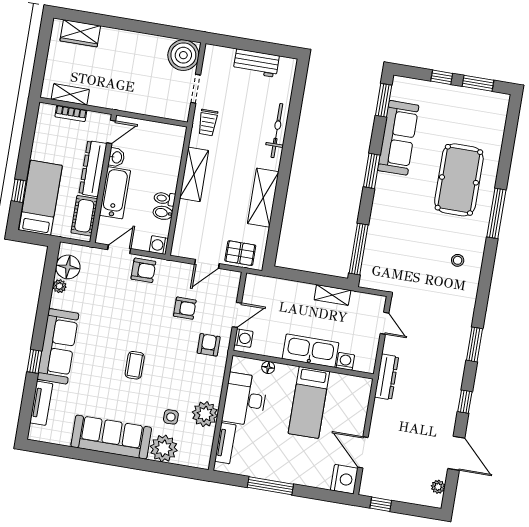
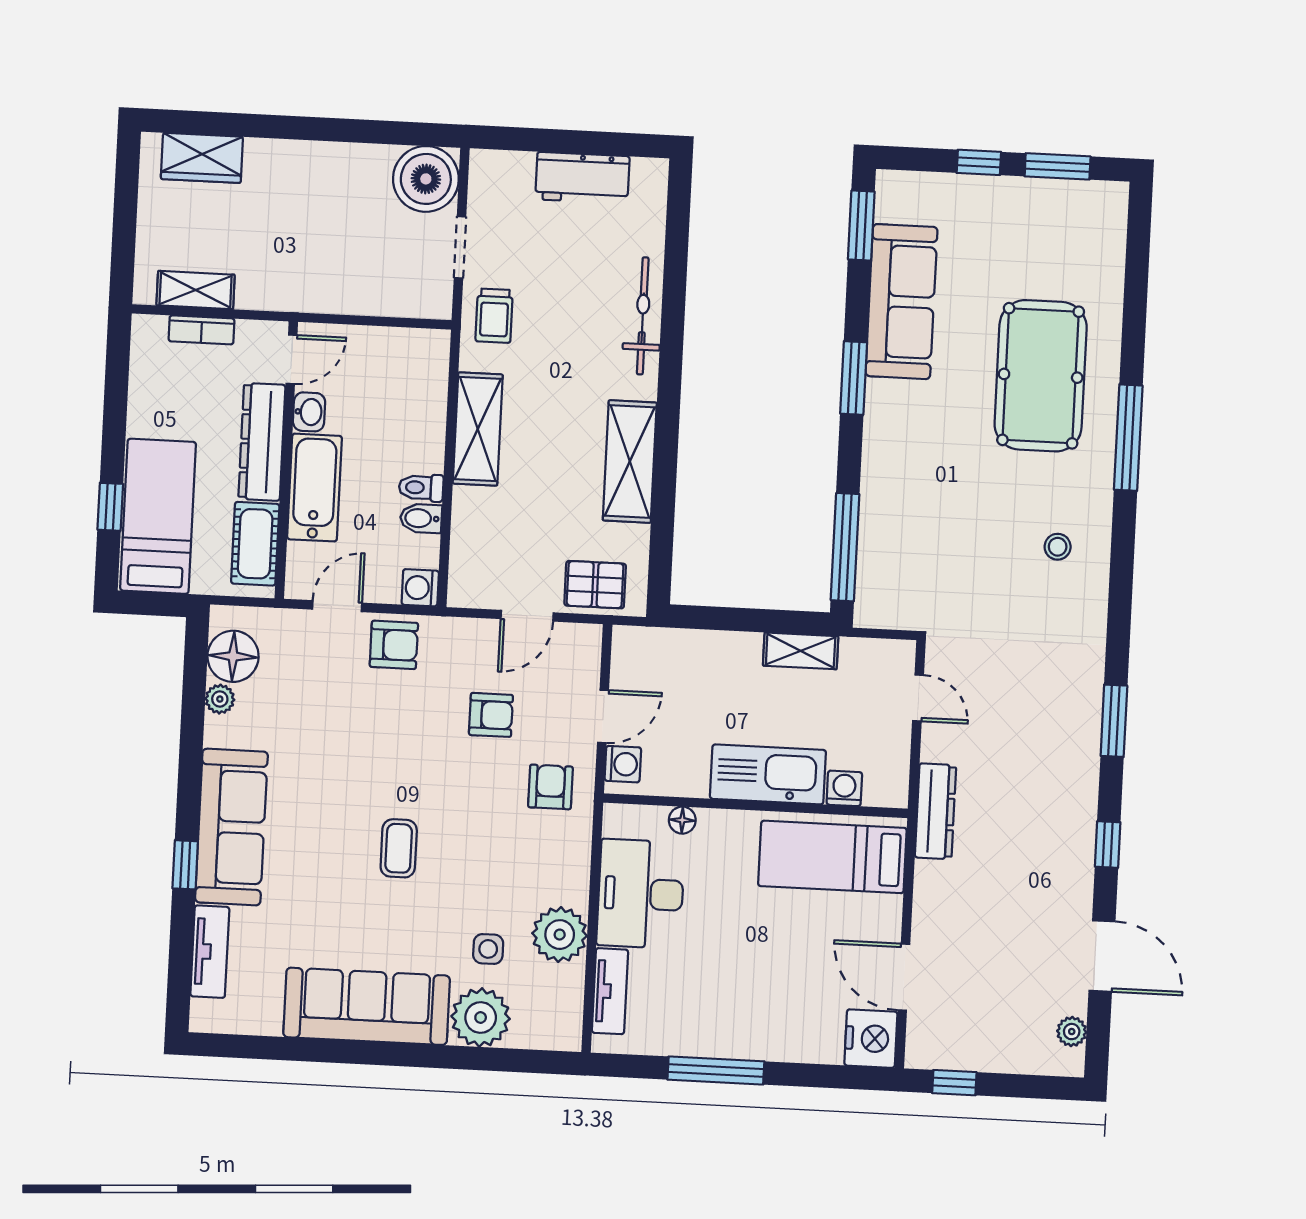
bed: (309, 402) -> (832, 857), moved, turned 90

